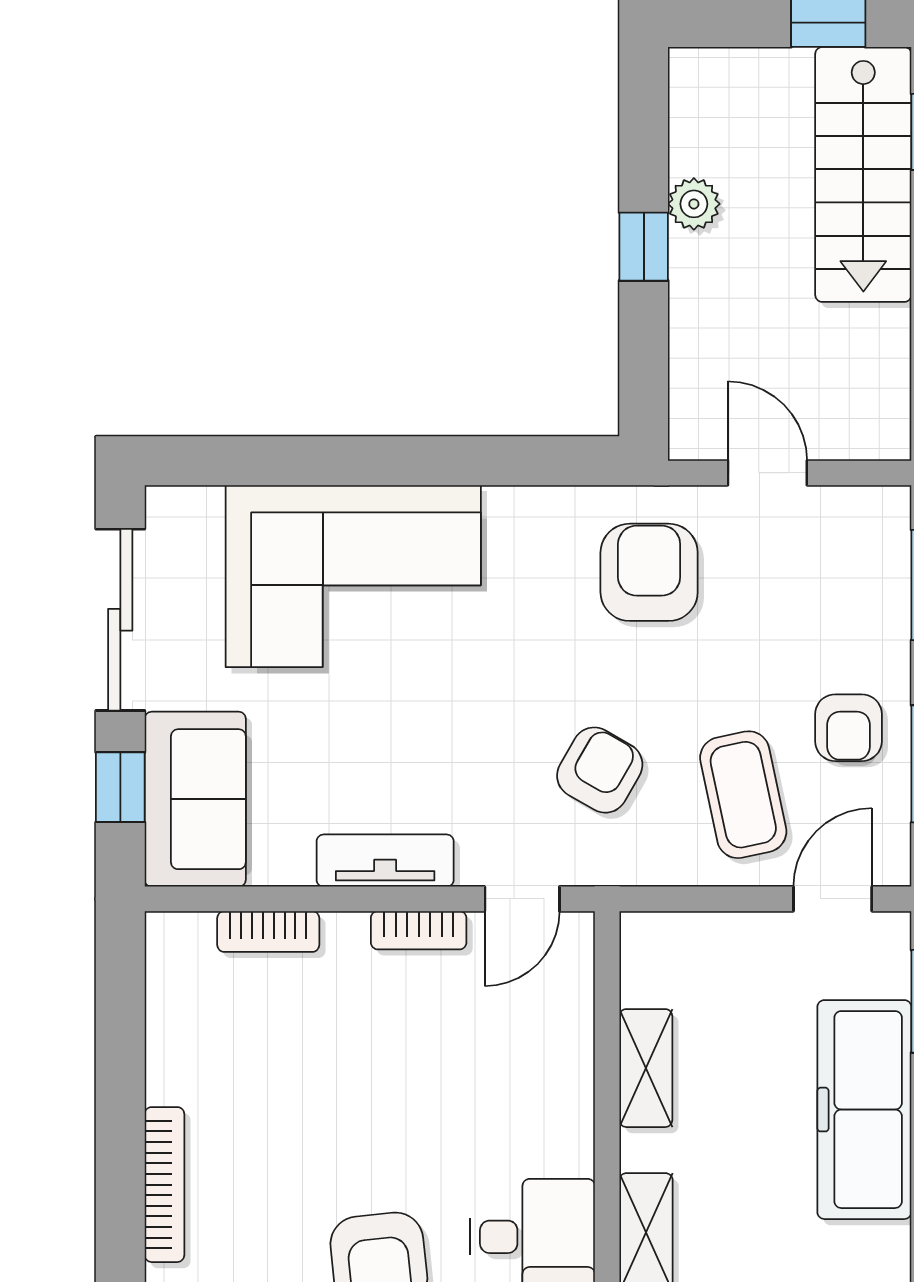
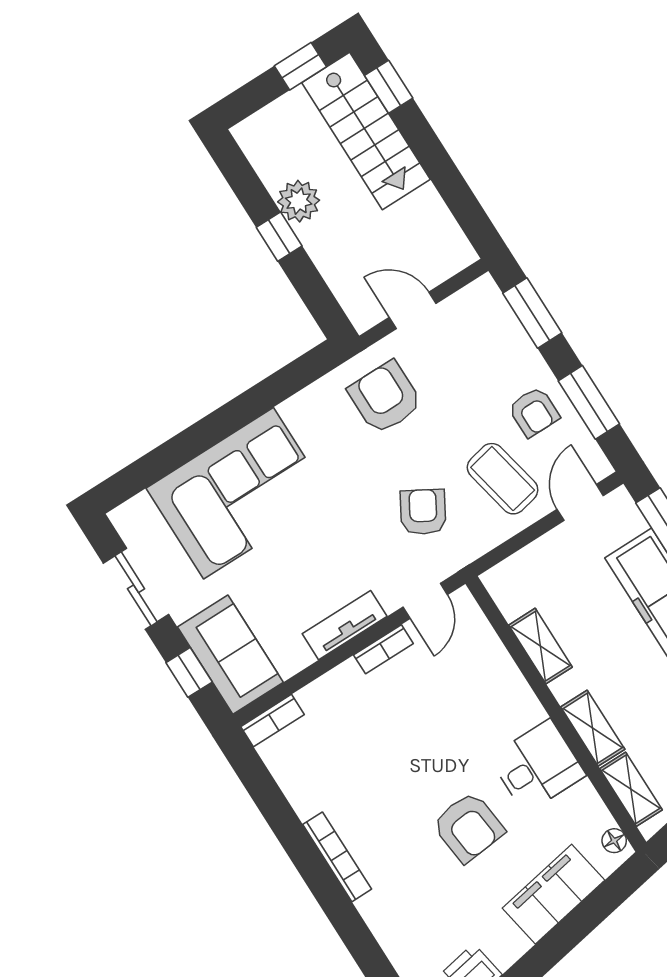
plant: (694, 204) -> (299, 201), width x1.38, depth x1.38
sliding door: (120, 620) -> (136, 589), width x0.73
bookcase: (268, 931) -> (272, 721), moved

